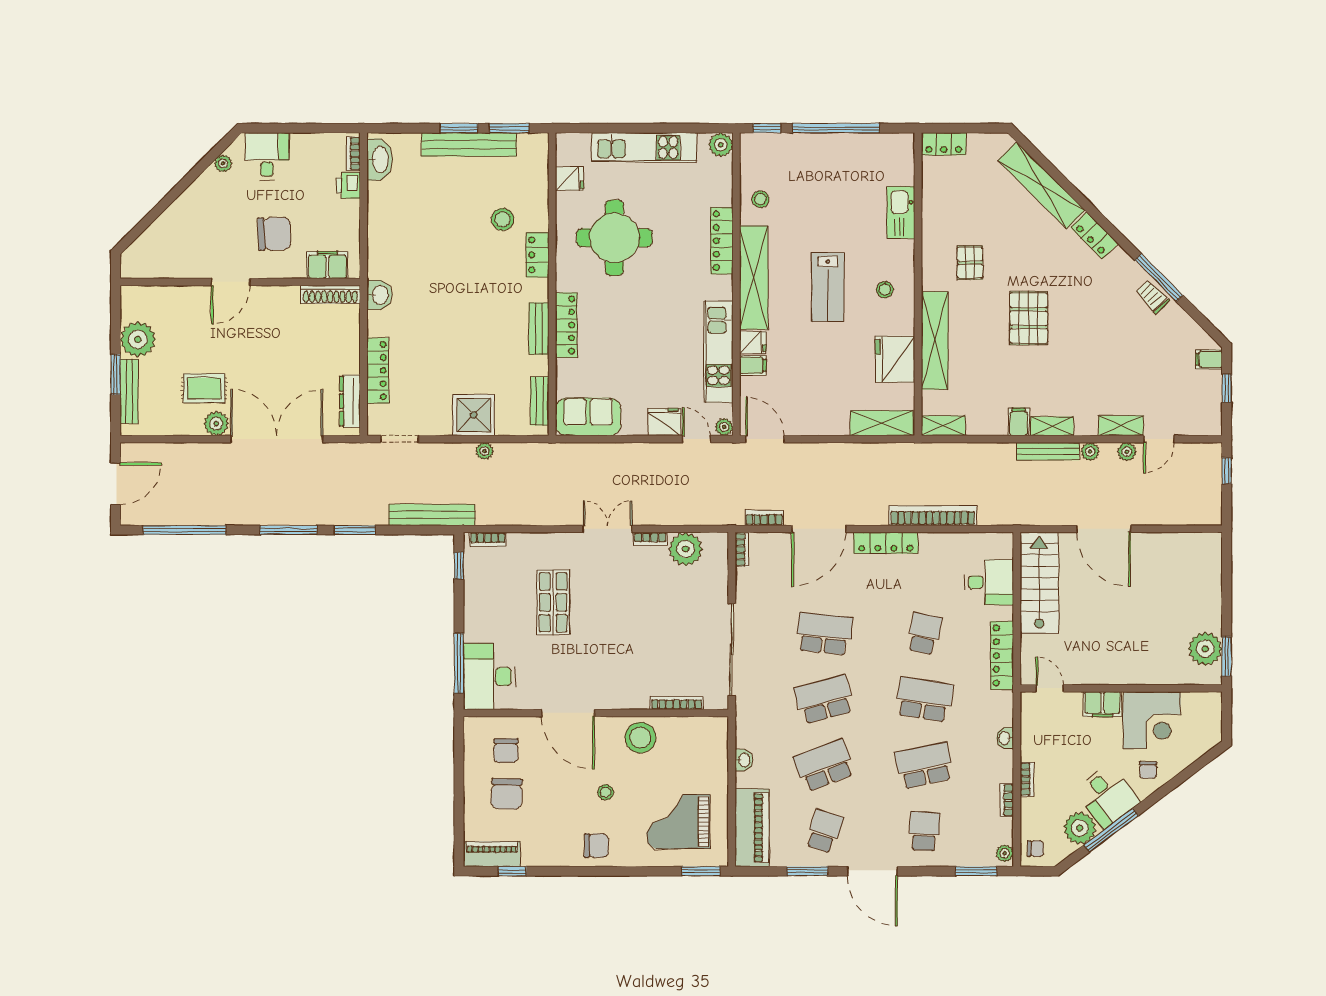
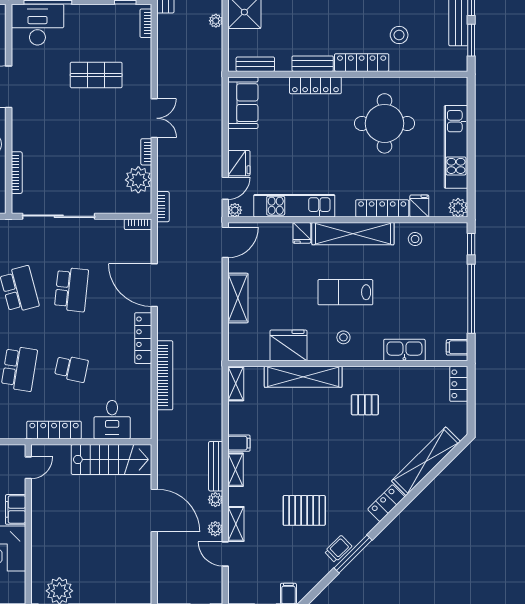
fridge: (570, 179) -> (419, 206), moved, turned 180
locker: (537, 255) -> (362, 63), width x1.53
pallet: (1029, 318) -> (304, 510), moved
filing cabinet: (753, 365) -> (457, 347), moved, turned 90
shelving: (882, 423) -> (238, 298), moved
bookcase: (764, 518) -> (163, 207), moved
door: (1104, 529) -> (154, 510), swing flipped

